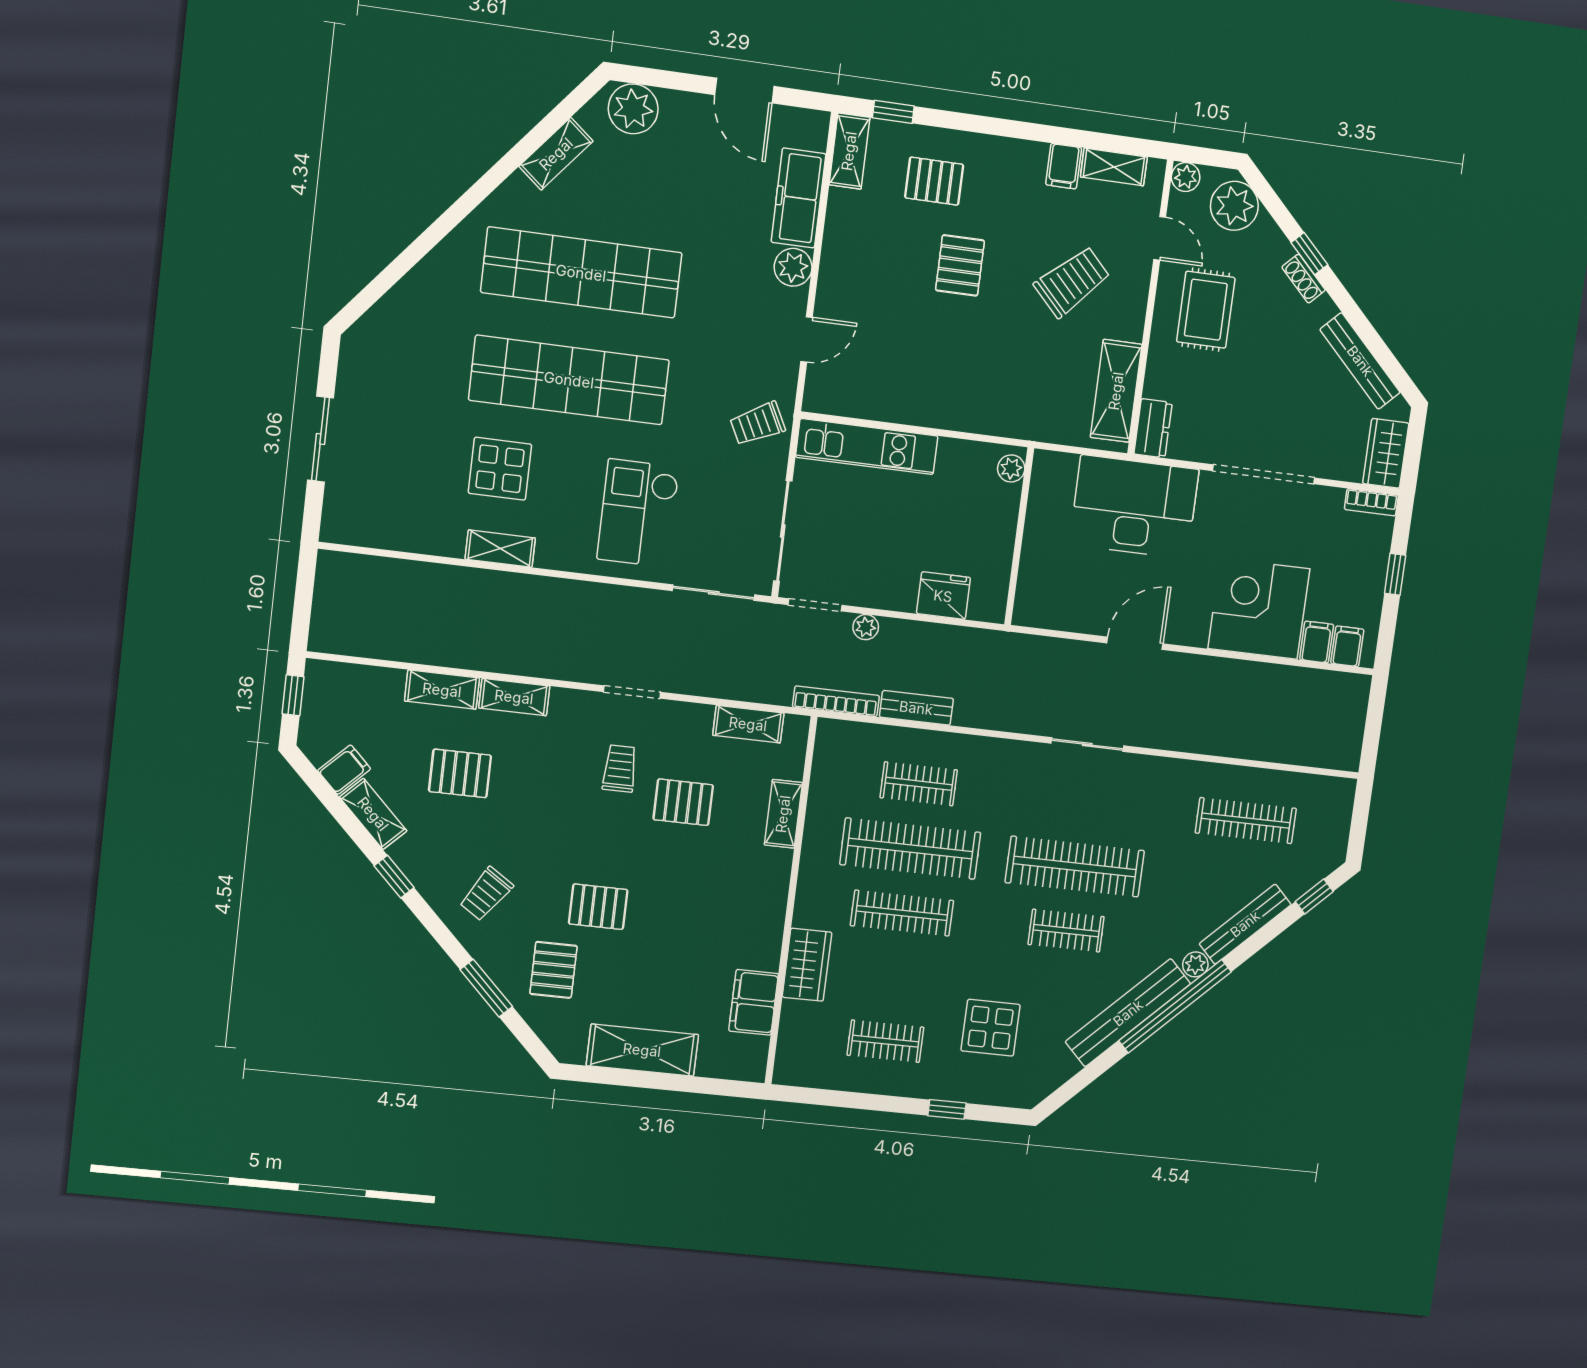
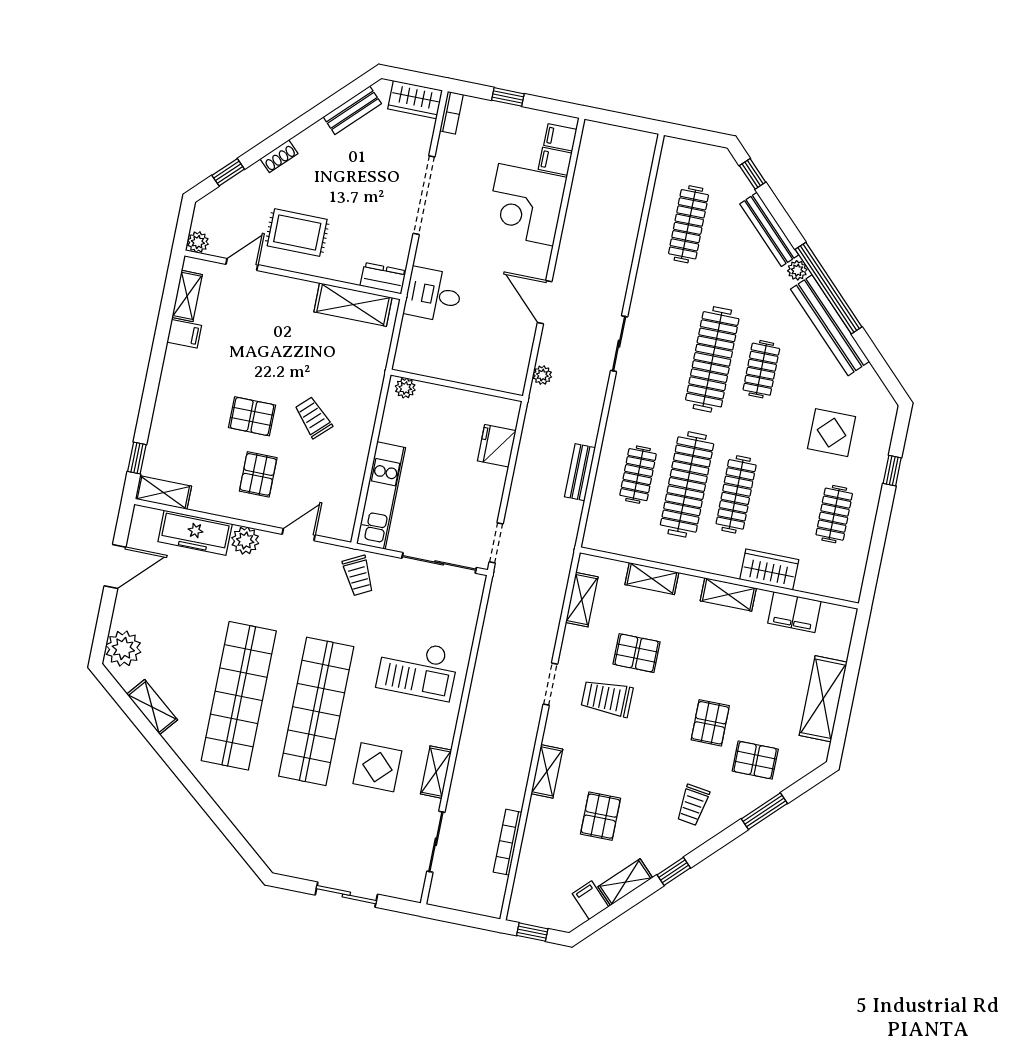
pallet: (934, 181) -> (258, 474), moved
plant: (1234, 206) -> (221, 206), removed
window: (1309, 254) -> (228, 172), moved
trolley: (1072, 282) -> (313, 417), moved, width x0.73, depth x0.72
door: (806, 339) -> (299, 535), hinge flipped
bench: (1360, 361) -> (352, 110), width x0.73
desk: (1134, 507) -> (433, 295), width x0.53, depth x0.77
sliding door: (714, 593) -> (436, 842), moved
plant: (866, 627) -> (542, 375), moved
shelving: (442, 690) -> (728, 594), moved, turned 90
bookcase: (836, 701) -> (508, 842), moved
trolley: (620, 768) -> (607, 698), width x1.36, depth x1.39
pallet: (683, 802) -> (637, 653), turned 90
trolley: (486, 894) -> (693, 805), turned 64

